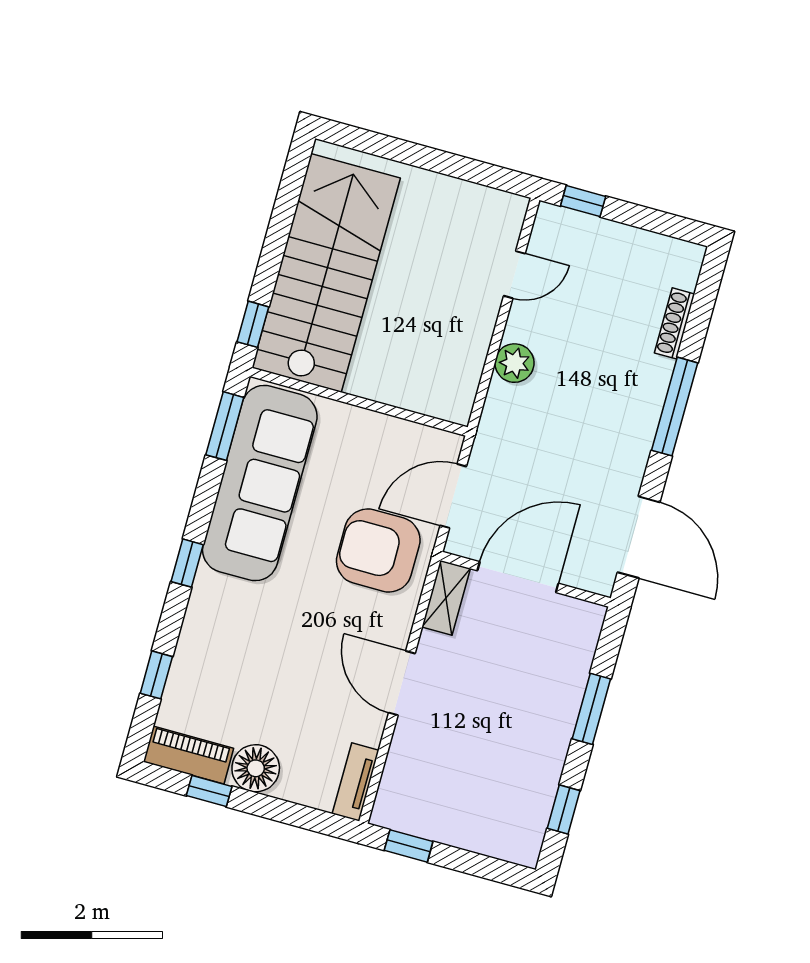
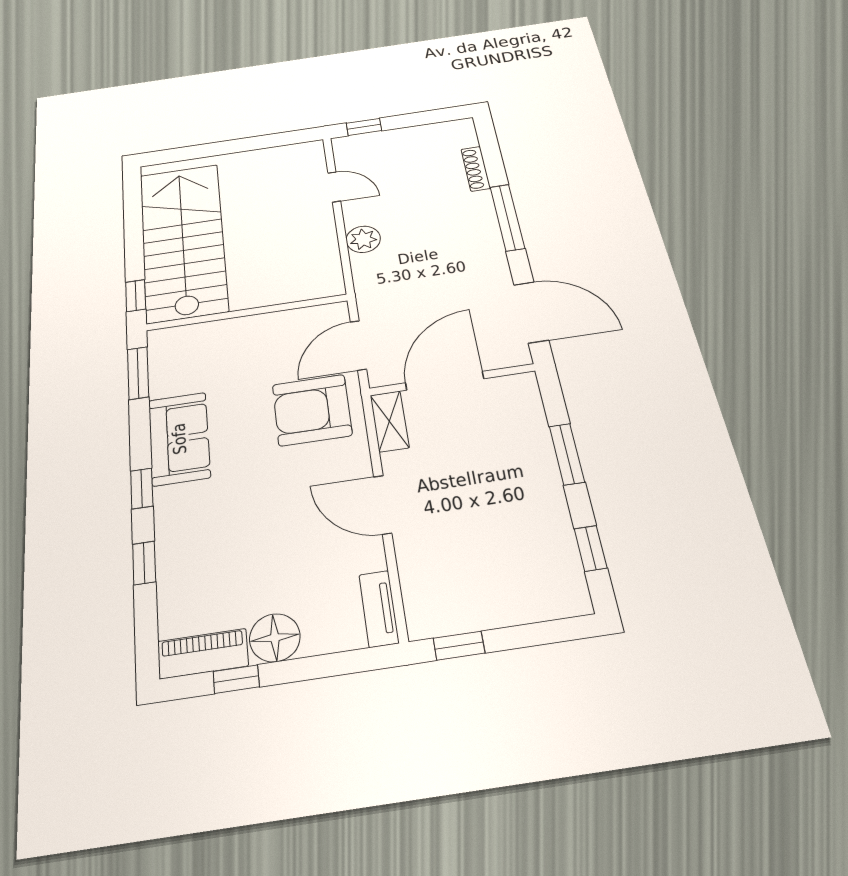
door: (514, 275) -> (334, 187), hinge flipped
sofa: (260, 483) -> (179, 439), width x0.54, depth x0.79
window: (156, 675) -> (144, 563), moved

